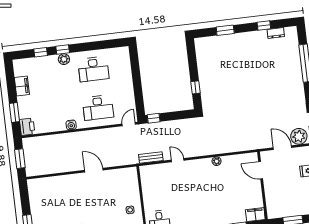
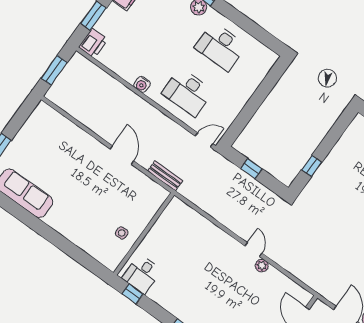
window: (154, 118) -> (251, 169), moved
bench: (151, 158) -> (165, 176), moved
door: (178, 160) -> (254, 250), moved

